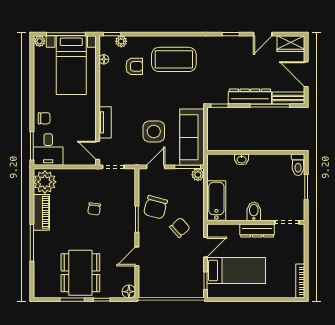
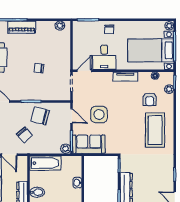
tv unit: (105, 122) -> (125, 77), moved
sofa: (192, 137) -> (89, 144), width x0.73
desk: (48, 150) -> (104, 57), moved, turned -90
plant: (45, 182) -> (60, 26), width x0.53, depth x0.53
piano: (41, 212) -> (22, 27), moved

